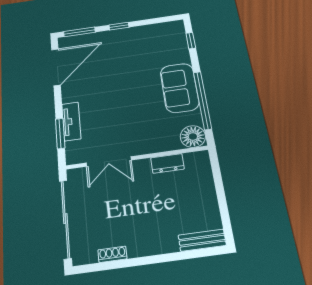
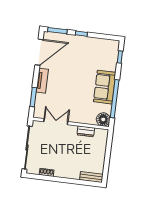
tv unit: (71, 121) -> (42, 81), moved
double door: (109, 161) -> (56, 122), swing flipped

